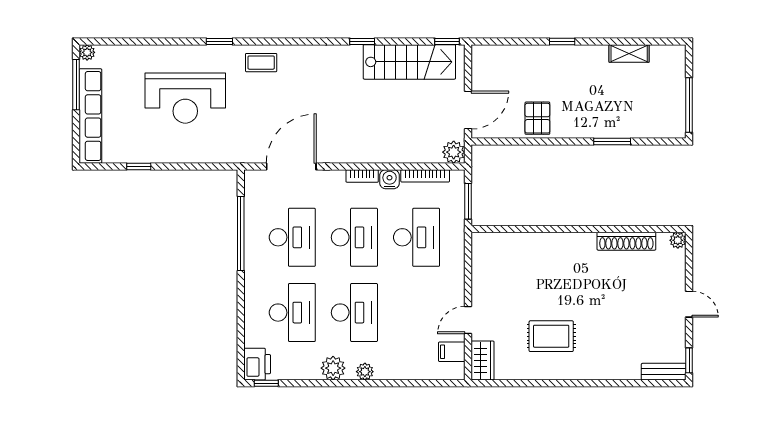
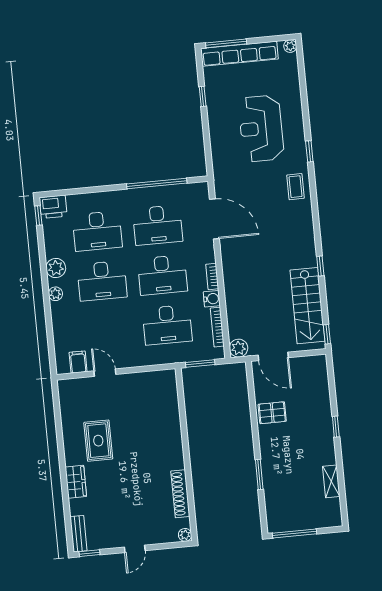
window: (76, 85) -> (226, 43), moved
wardrobe: (483, 361) -> (76, 482), moved, turned -90

